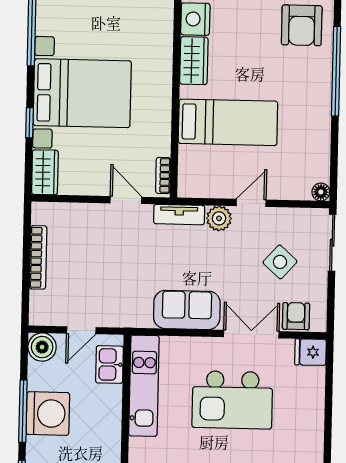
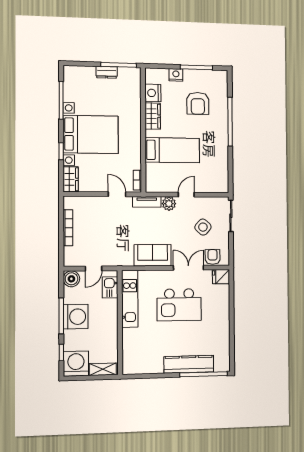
armchair: (302, 25) -> (198, 103), moved
floor lamp: (321, 192) -> (224, 188), removed

